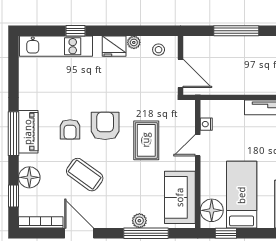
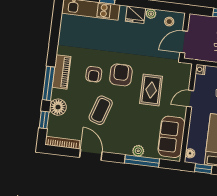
door: (180, 73) -> (184, 42), swing flipped
nightstand: (206, 124) -> (200, 69), moved
window: (13, 134) -> (49, 83), moved
coffee table: (85, 175) -> (101, 110), turned 72
floor lamp: (212, 210) -> (190, 153), width x0.53, depth x0.53

